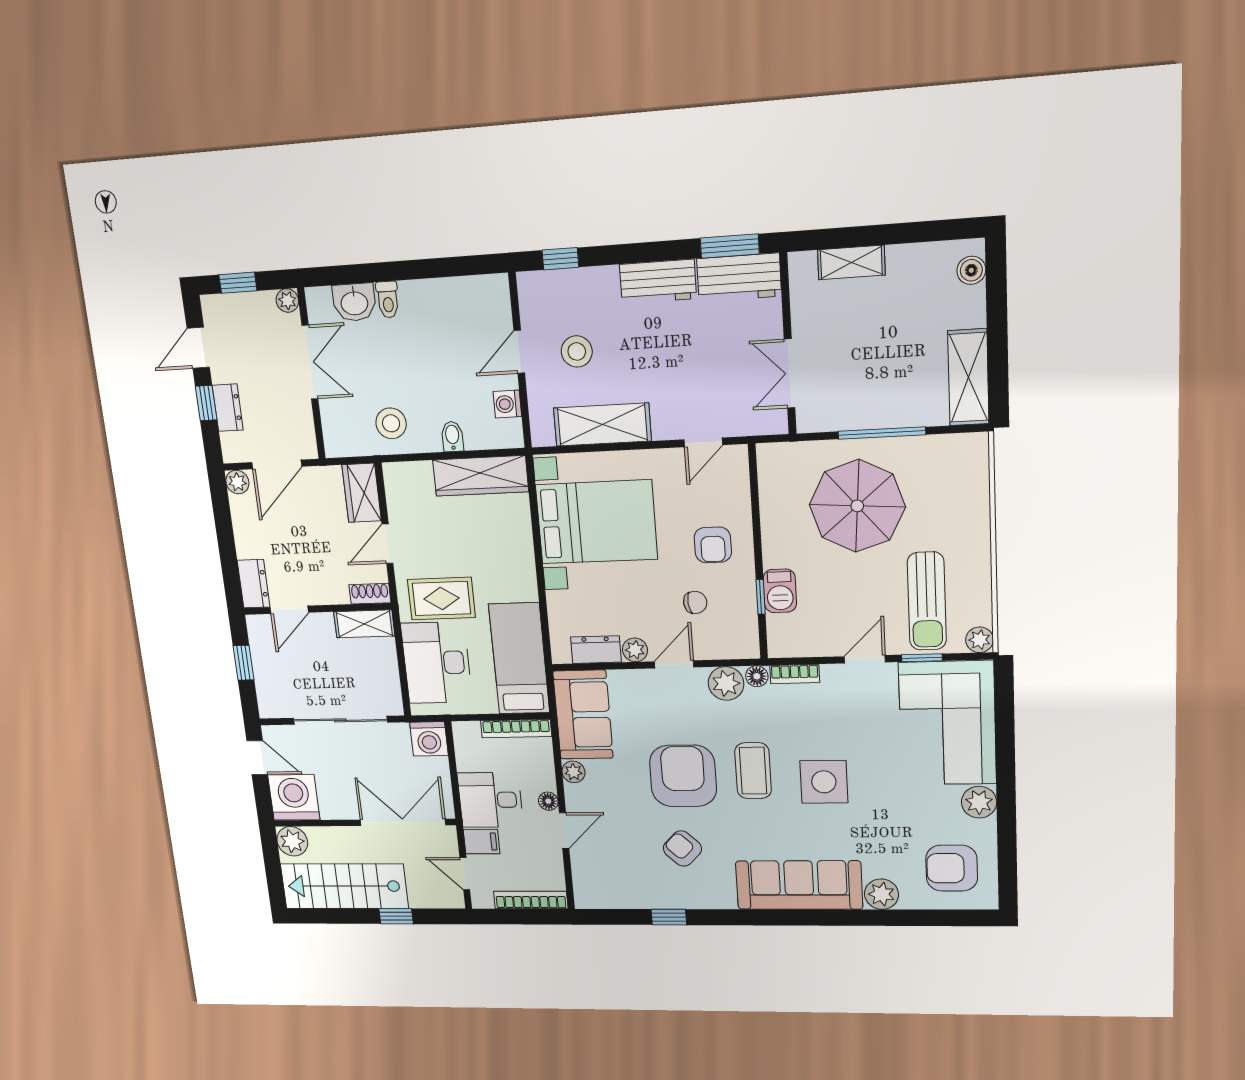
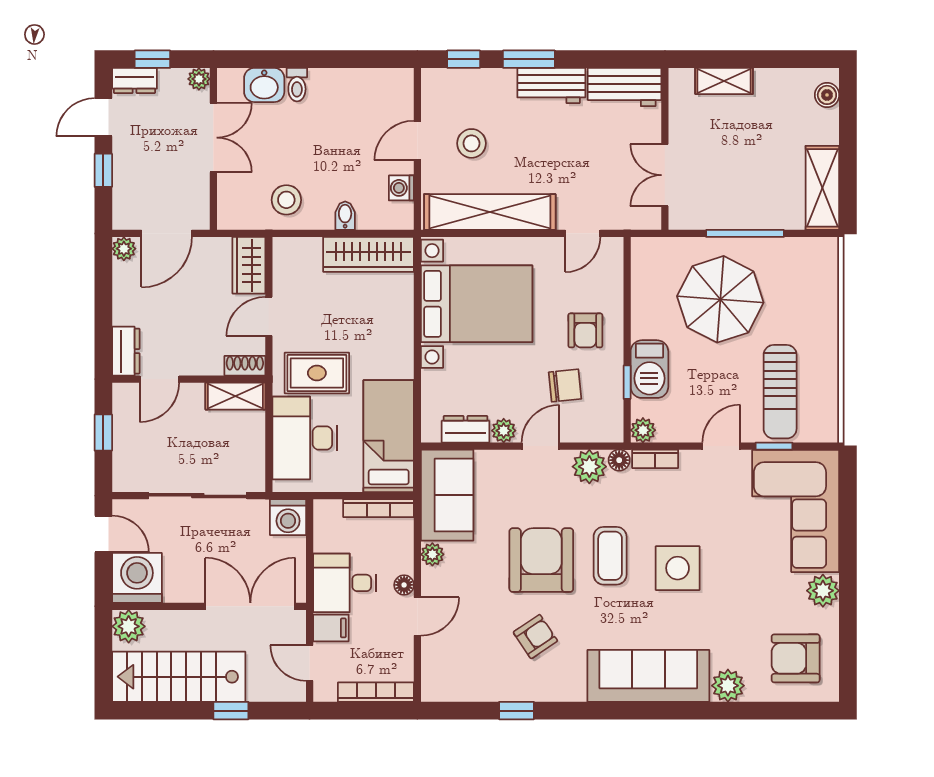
window: (730, 246) -> (529, 59), moved
dresser: (228, 408) -> (135, 81), moved, turned 90
shelving: (602, 425) -> (490, 212), width x1.47
barbecue: (780, 591) -> (649, 369), width x1.38, depth x1.27
chair: (695, 602) -> (565, 385), width x1.37, depth x1.37
plant: (980, 640) -> (643, 430), moved
armchair: (682, 849) -> (535, 637), turned 102

